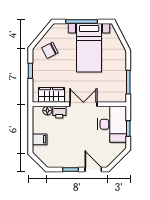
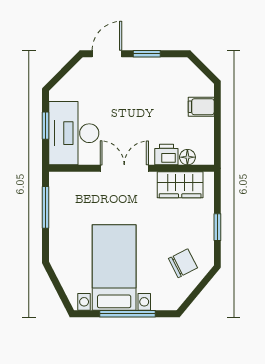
double door: (83, 104) -> (124, 168), swing flipped
door: (93, 170) -> (107, 54), swing flipped

